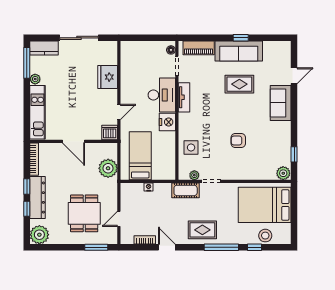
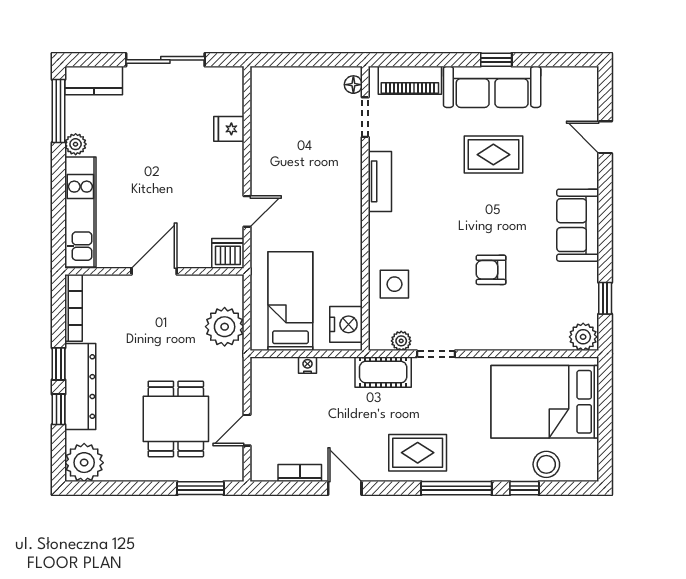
door: (294, 76) -> (605, 137), swing flipped
fridge: (108, 77) -> (229, 129), width x0.53, depth x0.75
desk: (162, 95) -> (335, 177), removed
sofa: (281, 103) -> (578, 225), moved
nightstand: (167, 122) -> (346, 324), moved
door: (74, 141) -> (154, 271), swing flipped

